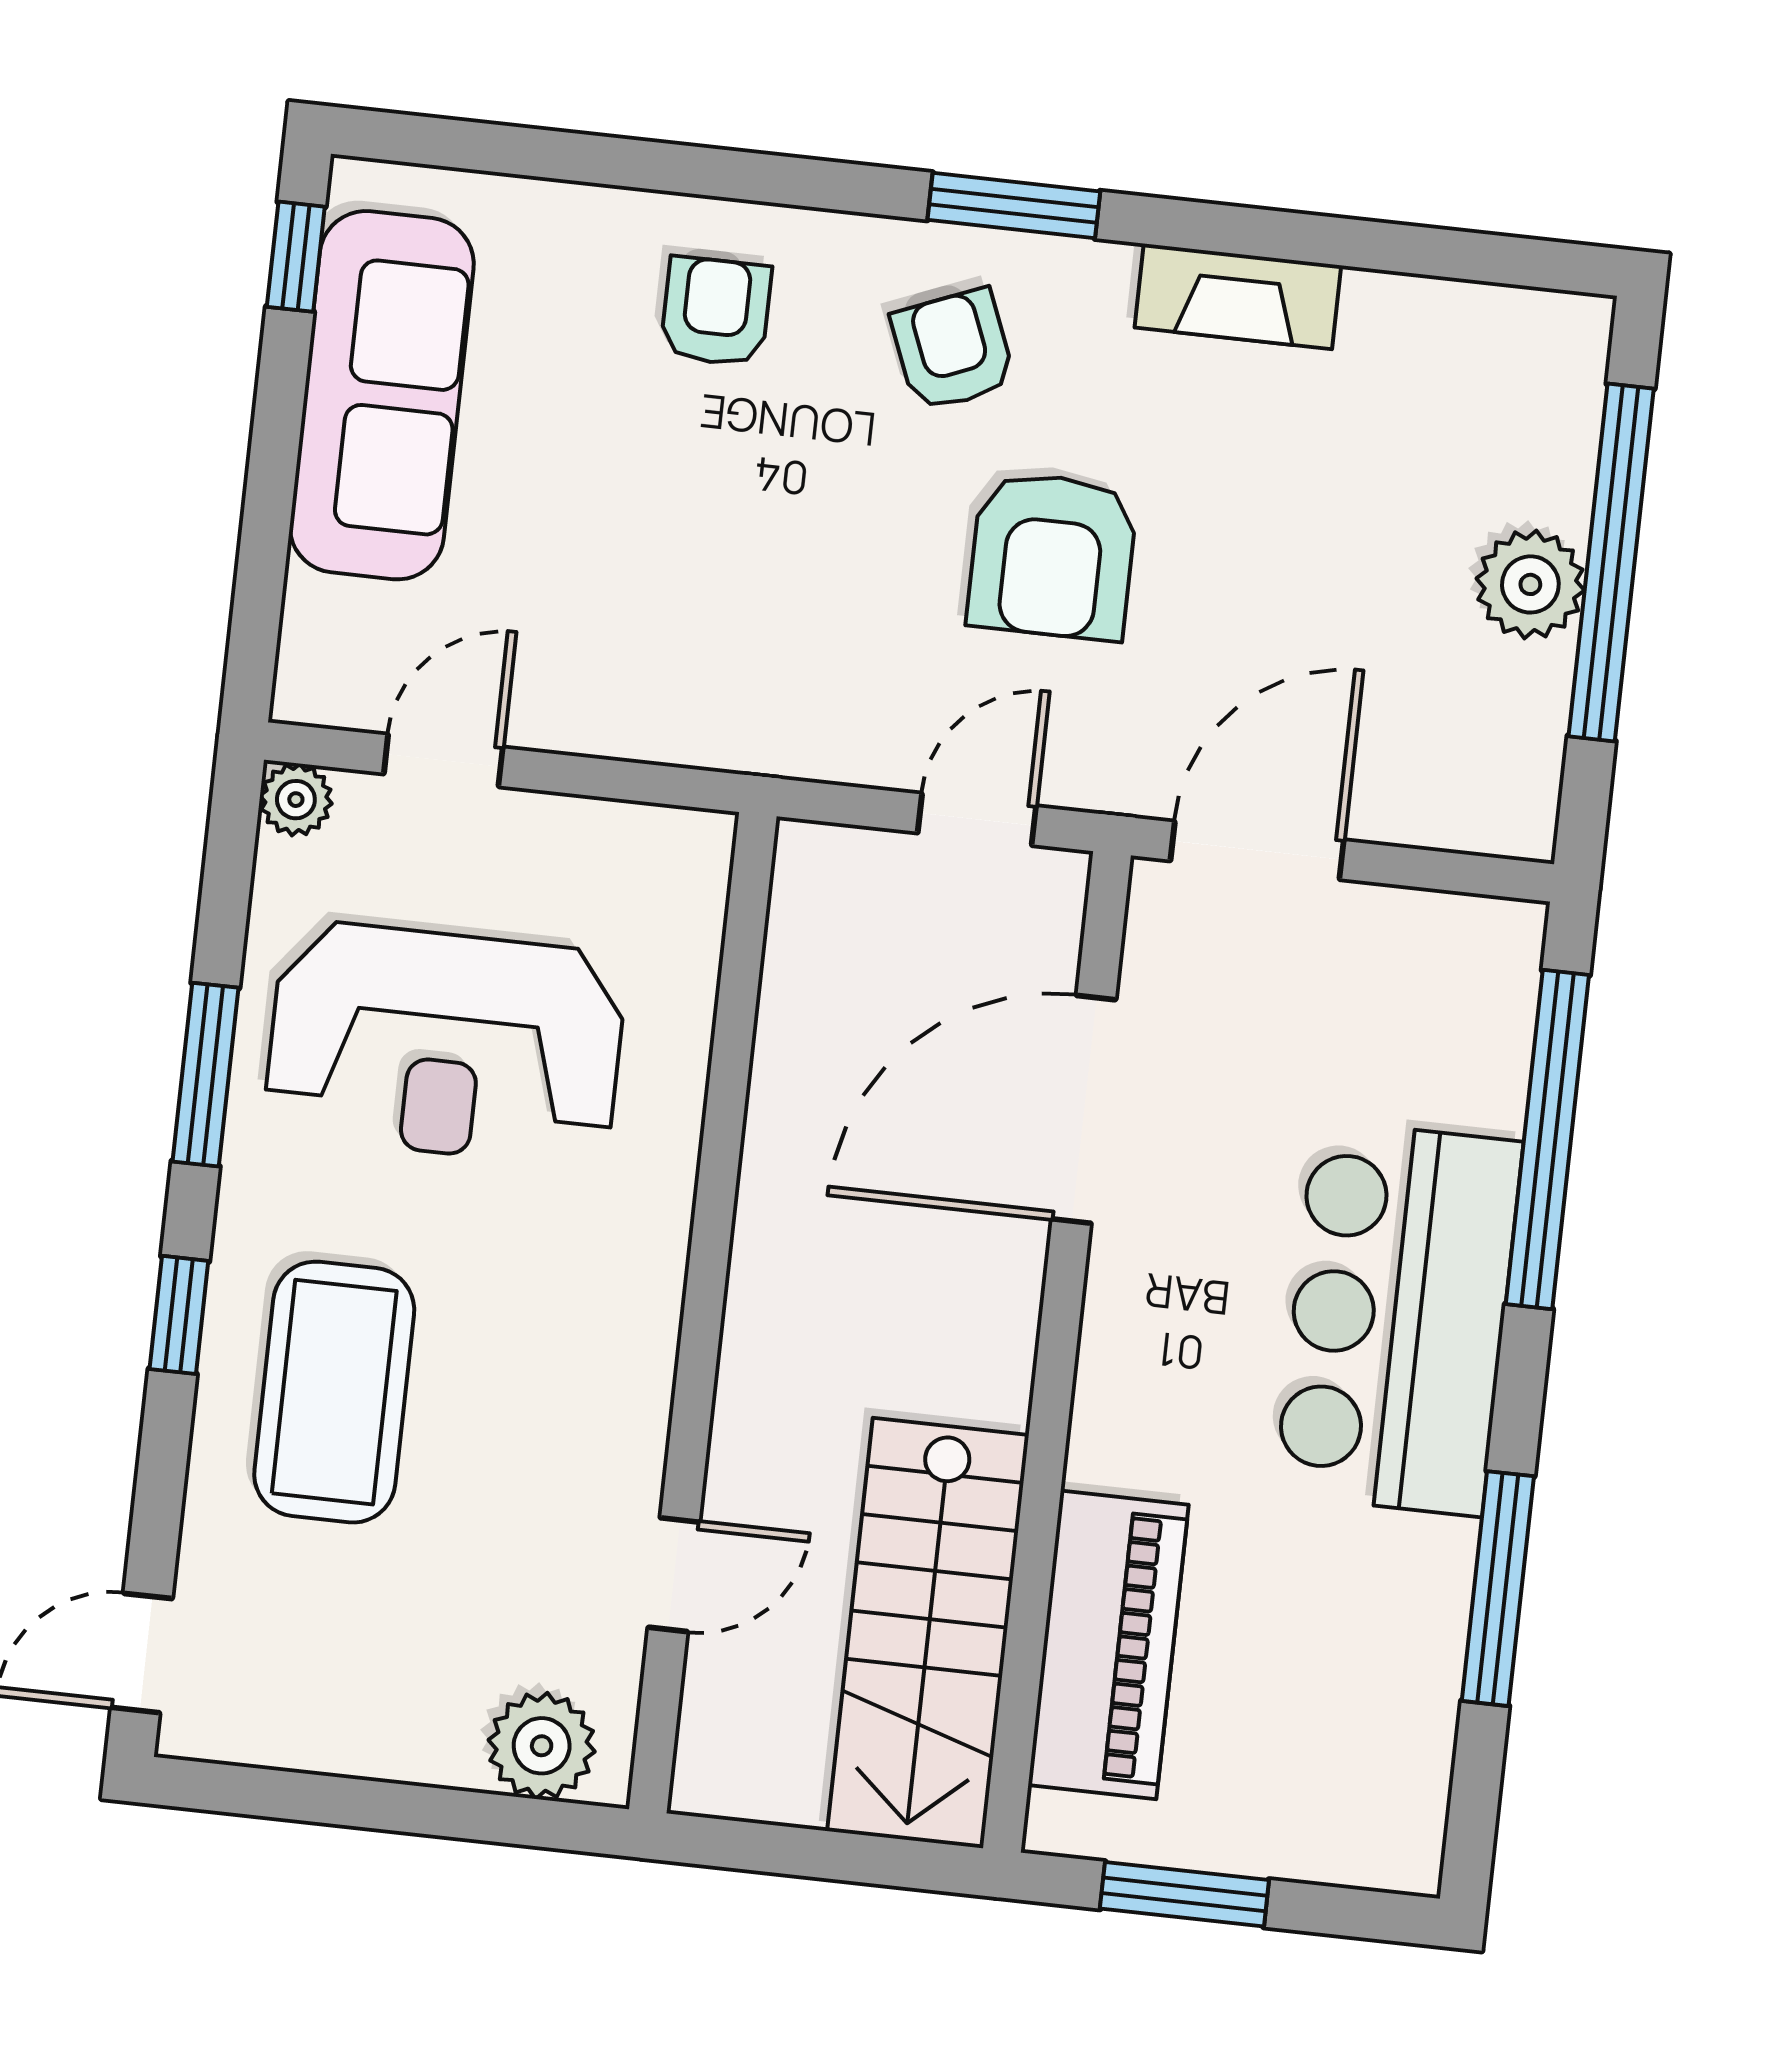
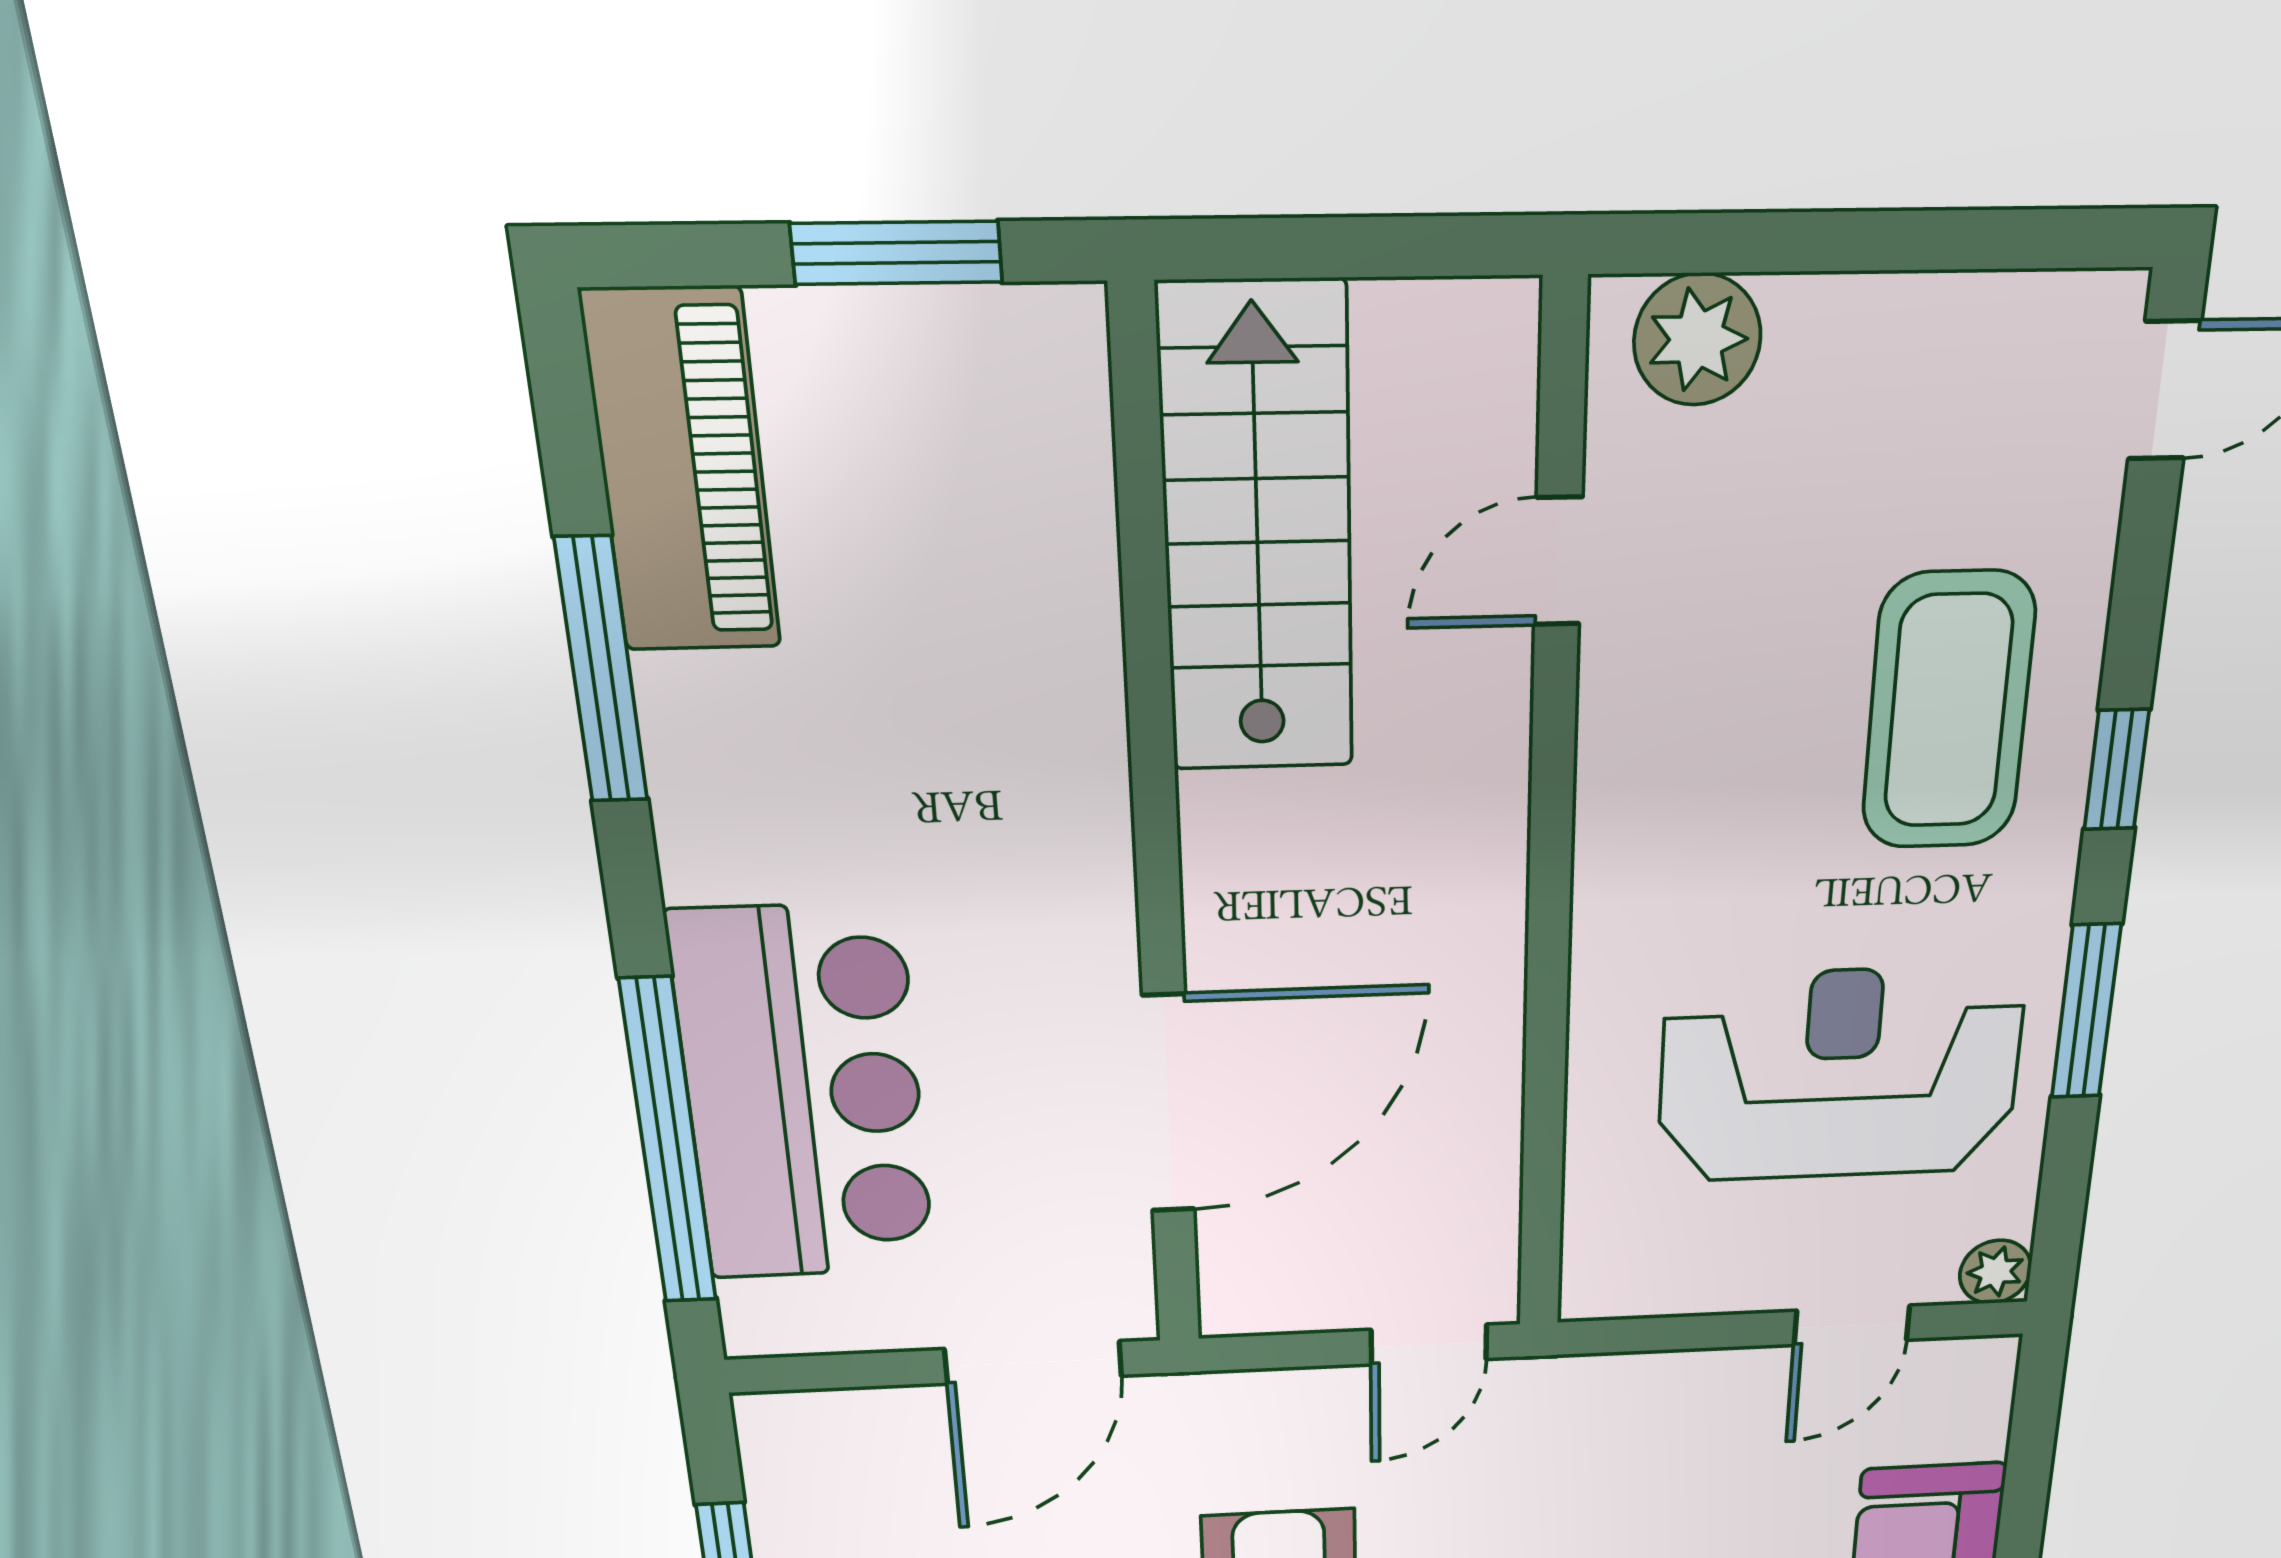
door: (977, 819) -> (1429, 1345), moved
bar counter: (1398, 1318) -> (804, 1095), moved
piano: (1108, 1645) -> (682, 472), moved, turned 180

